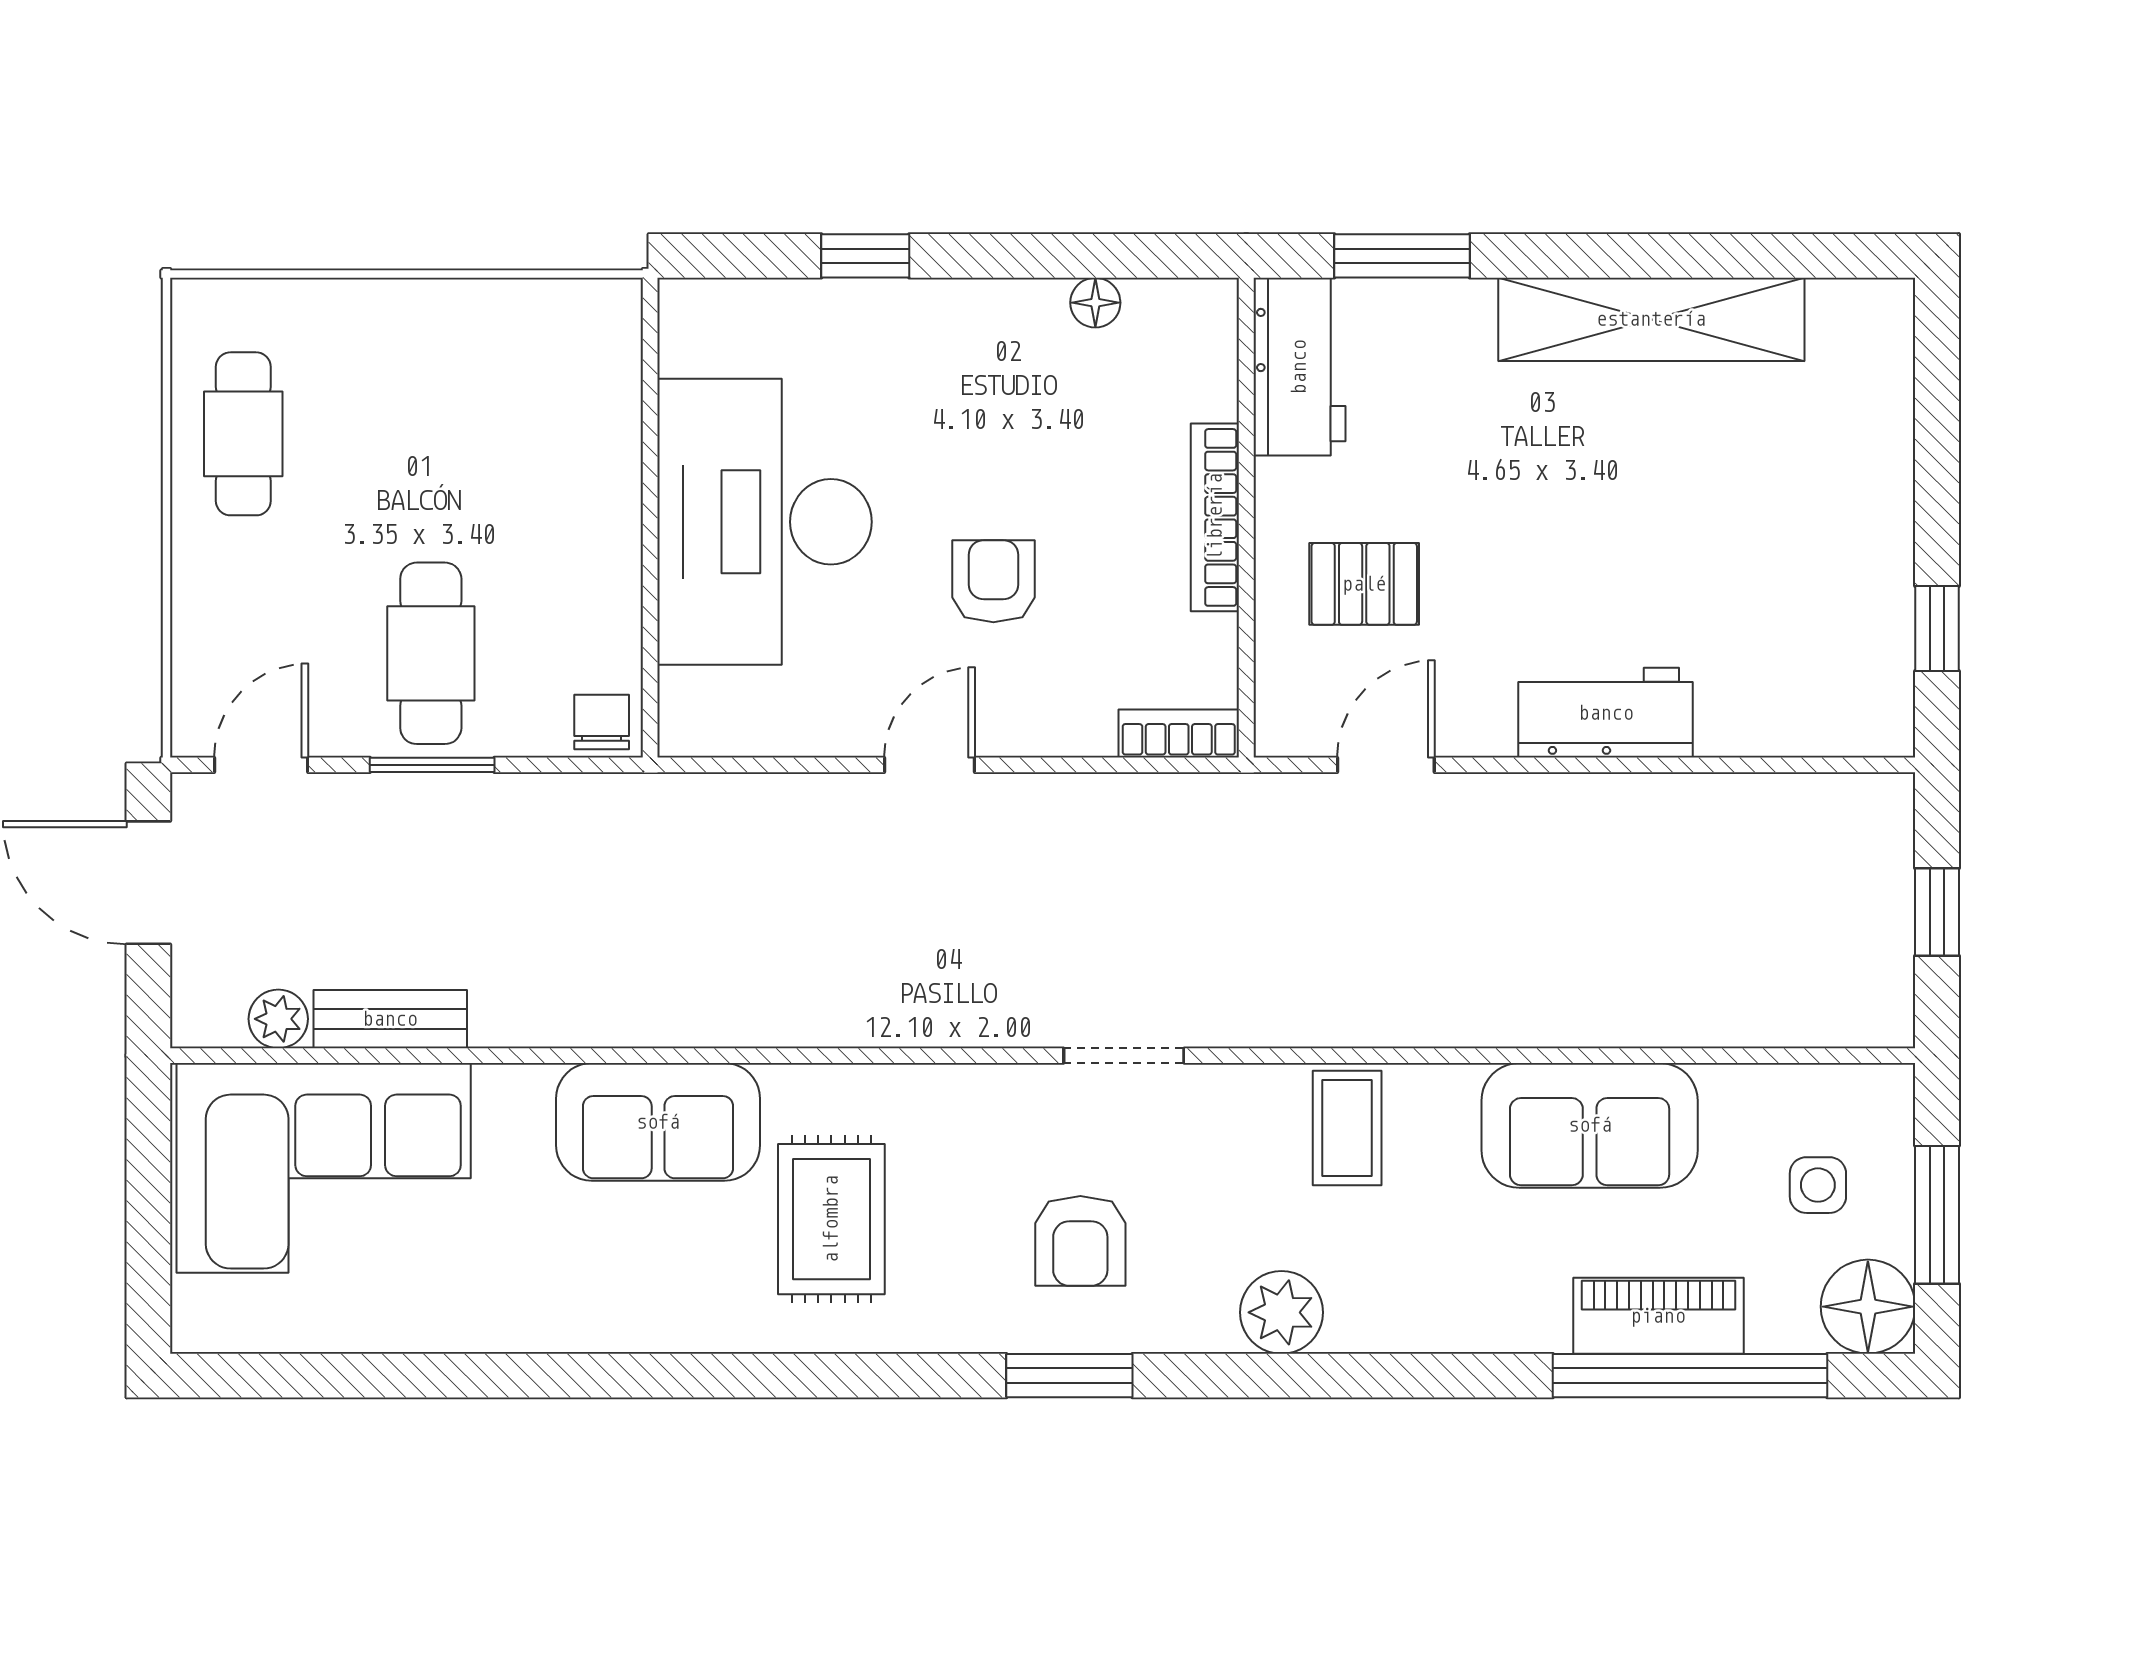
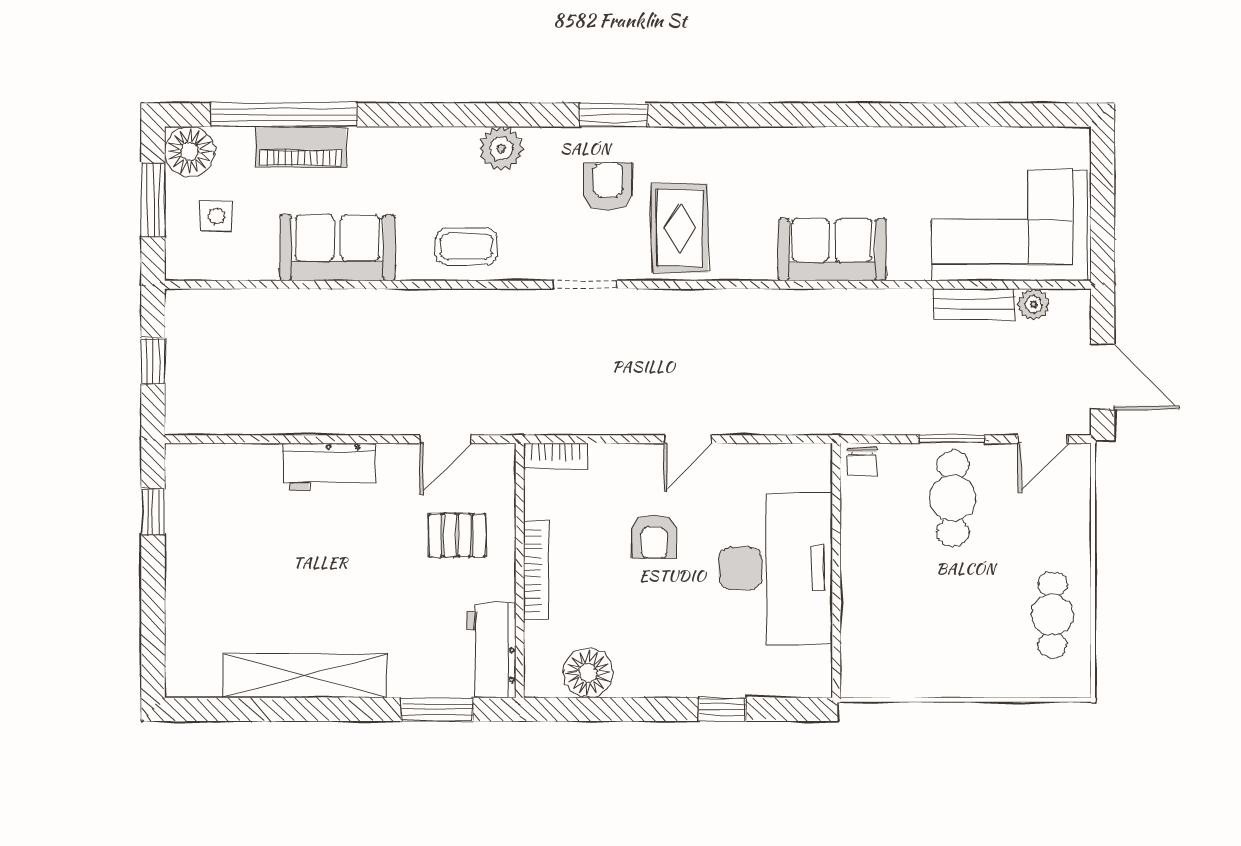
floor lamp: (1095, 303) -> (588, 673), width x1.89, depth x1.89
coffee table: (1347, 1128) -> (466, 246), turned 90
rug: (831, 1219) -> (680, 228), moved

